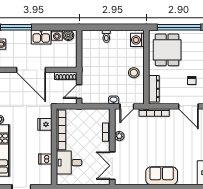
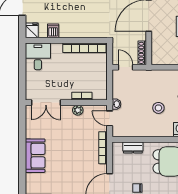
stool: (134, 73) -> (158, 108), moved
dresser: (154, 89) -> (133, 147), width x0.70
fridge: (45, 124) -> (32, 30), moved
desk: (69, 163) -> (38, 56), moved
double door: (112, 166) -> (46, 103), swing flipped

